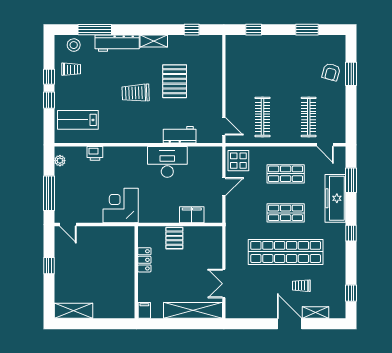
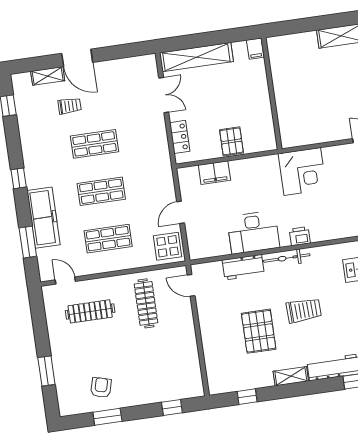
armchair: (331, 72) -> (101, 388), moved
clothes rail: (309, 117) -> (90, 311), turned 90
bicycle: (143, 137) -> (287, 258), added
printer: (95, 153) -> (300, 236), moved
shop shelf: (286, 252) -> (95, 144), width x0.50, depth x0.74
locker: (144, 260) -> (180, 137), moved, turned 180

